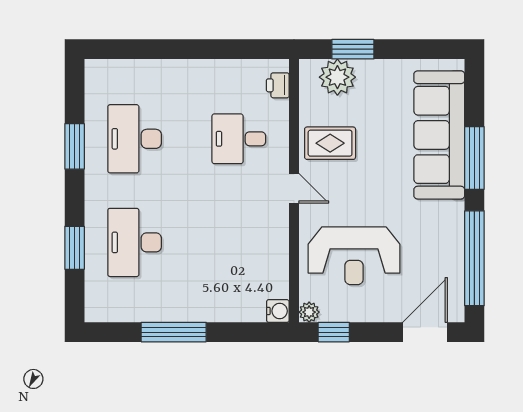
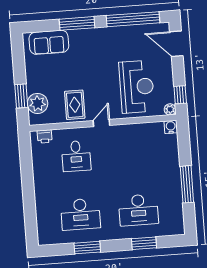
sofa: (439, 135) -> (49, 42), width x0.54, depth x0.79

